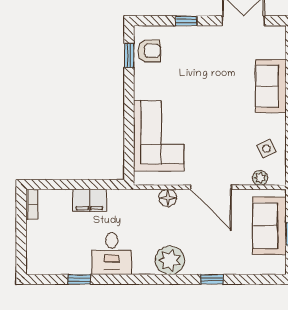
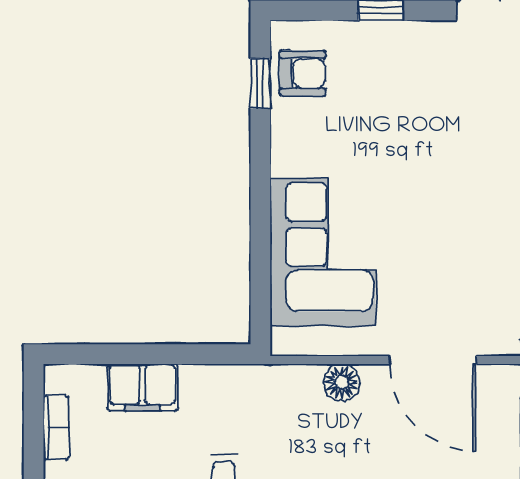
filing cabinet: (89, 200) -> (143, 387), moved
bookcase: (32, 204) -> (56, 427), moved

